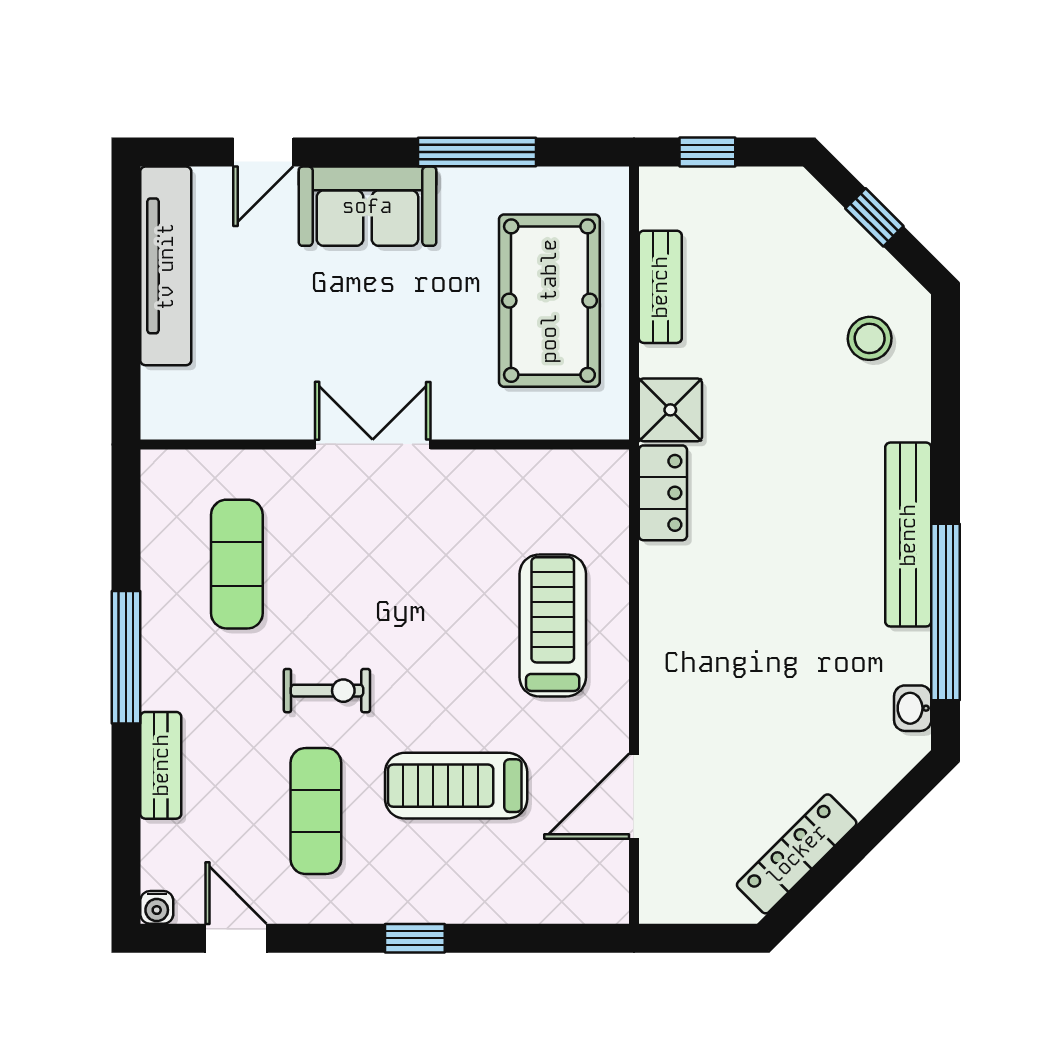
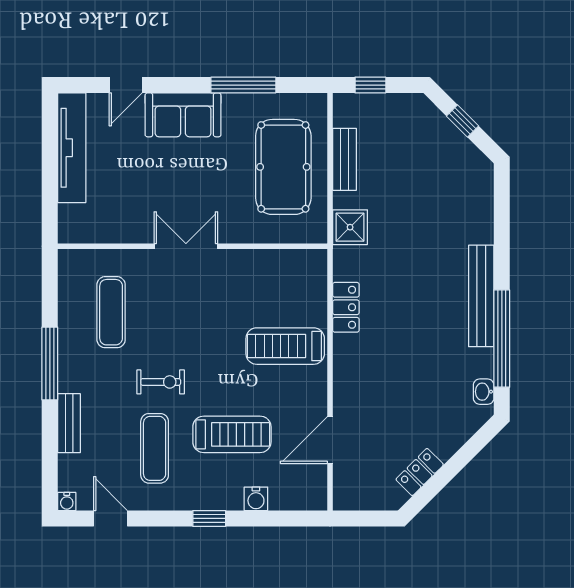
stool: (870, 338) -> (460, 188), removed
locker: (663, 493) -> (346, 307), moved
treadmill: (553, 625) -> (285, 346), turned -90
treadmill: (456, 786) -> (232, 434), turned 180
locker: (797, 854) -> (420, 472), width x0.66
water cooler: (500, 903) -> (256, 499), added

